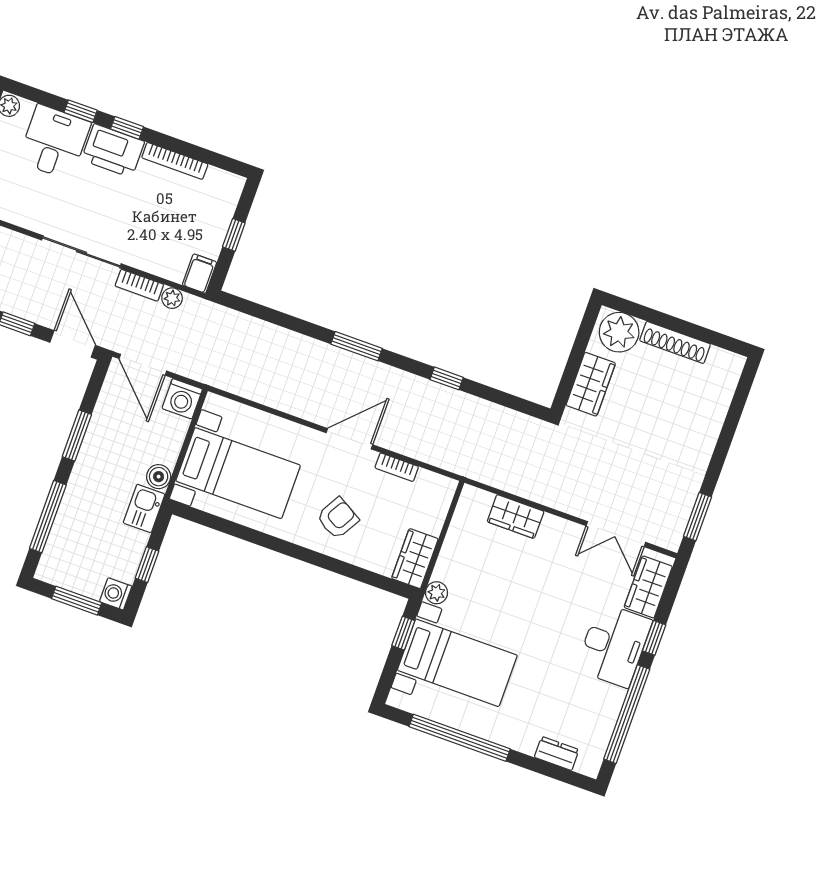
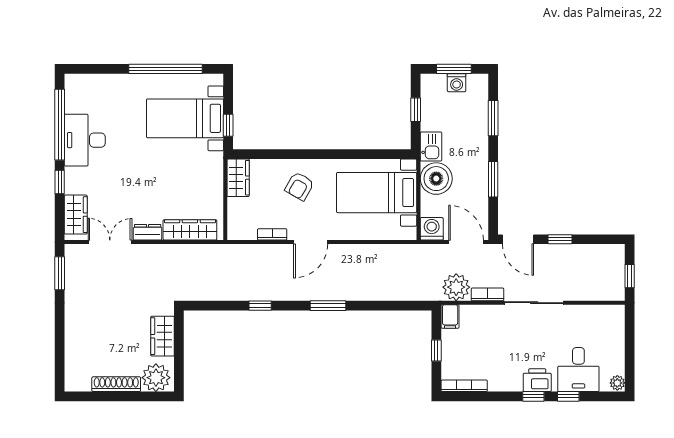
printer: (113, 151) -> (537, 380), width x0.73, depth x0.84
bookcase: (175, 161) -> (464, 386), moved
plant: (172, 298) -> (456, 287), width x1.87, depth x1.87
boiler: (159, 477) -> (436, 179), width x1.86, depth x1.86
window: (48, 517) -> (493, 118), width x0.69
wardrobe: (516, 517) -> (190, 230), width x1.50
plant: (437, 593) -> (216, 160), removed
washing machine: (116, 594) -> (457, 83), moved, turned 90
desk: (614, 645) -> (85, 140), moved
dresser: (557, 753) -> (148, 232), moved, turned 180

